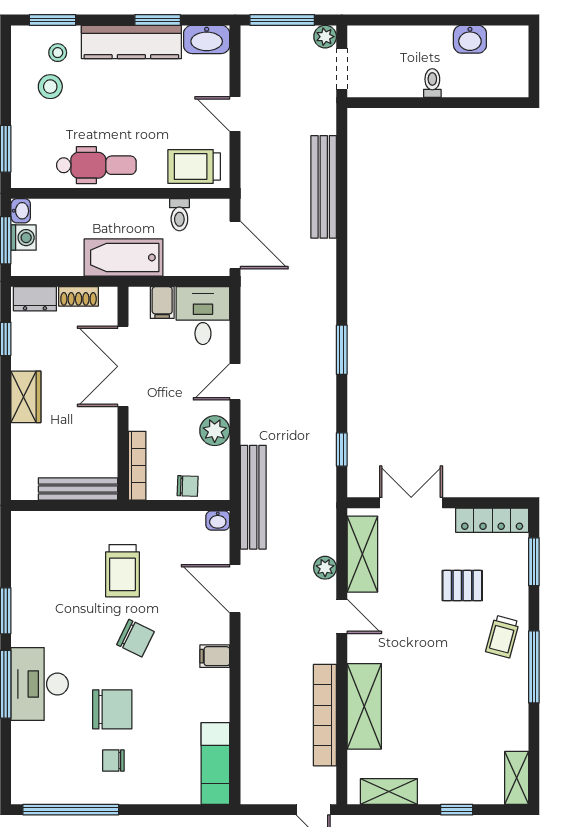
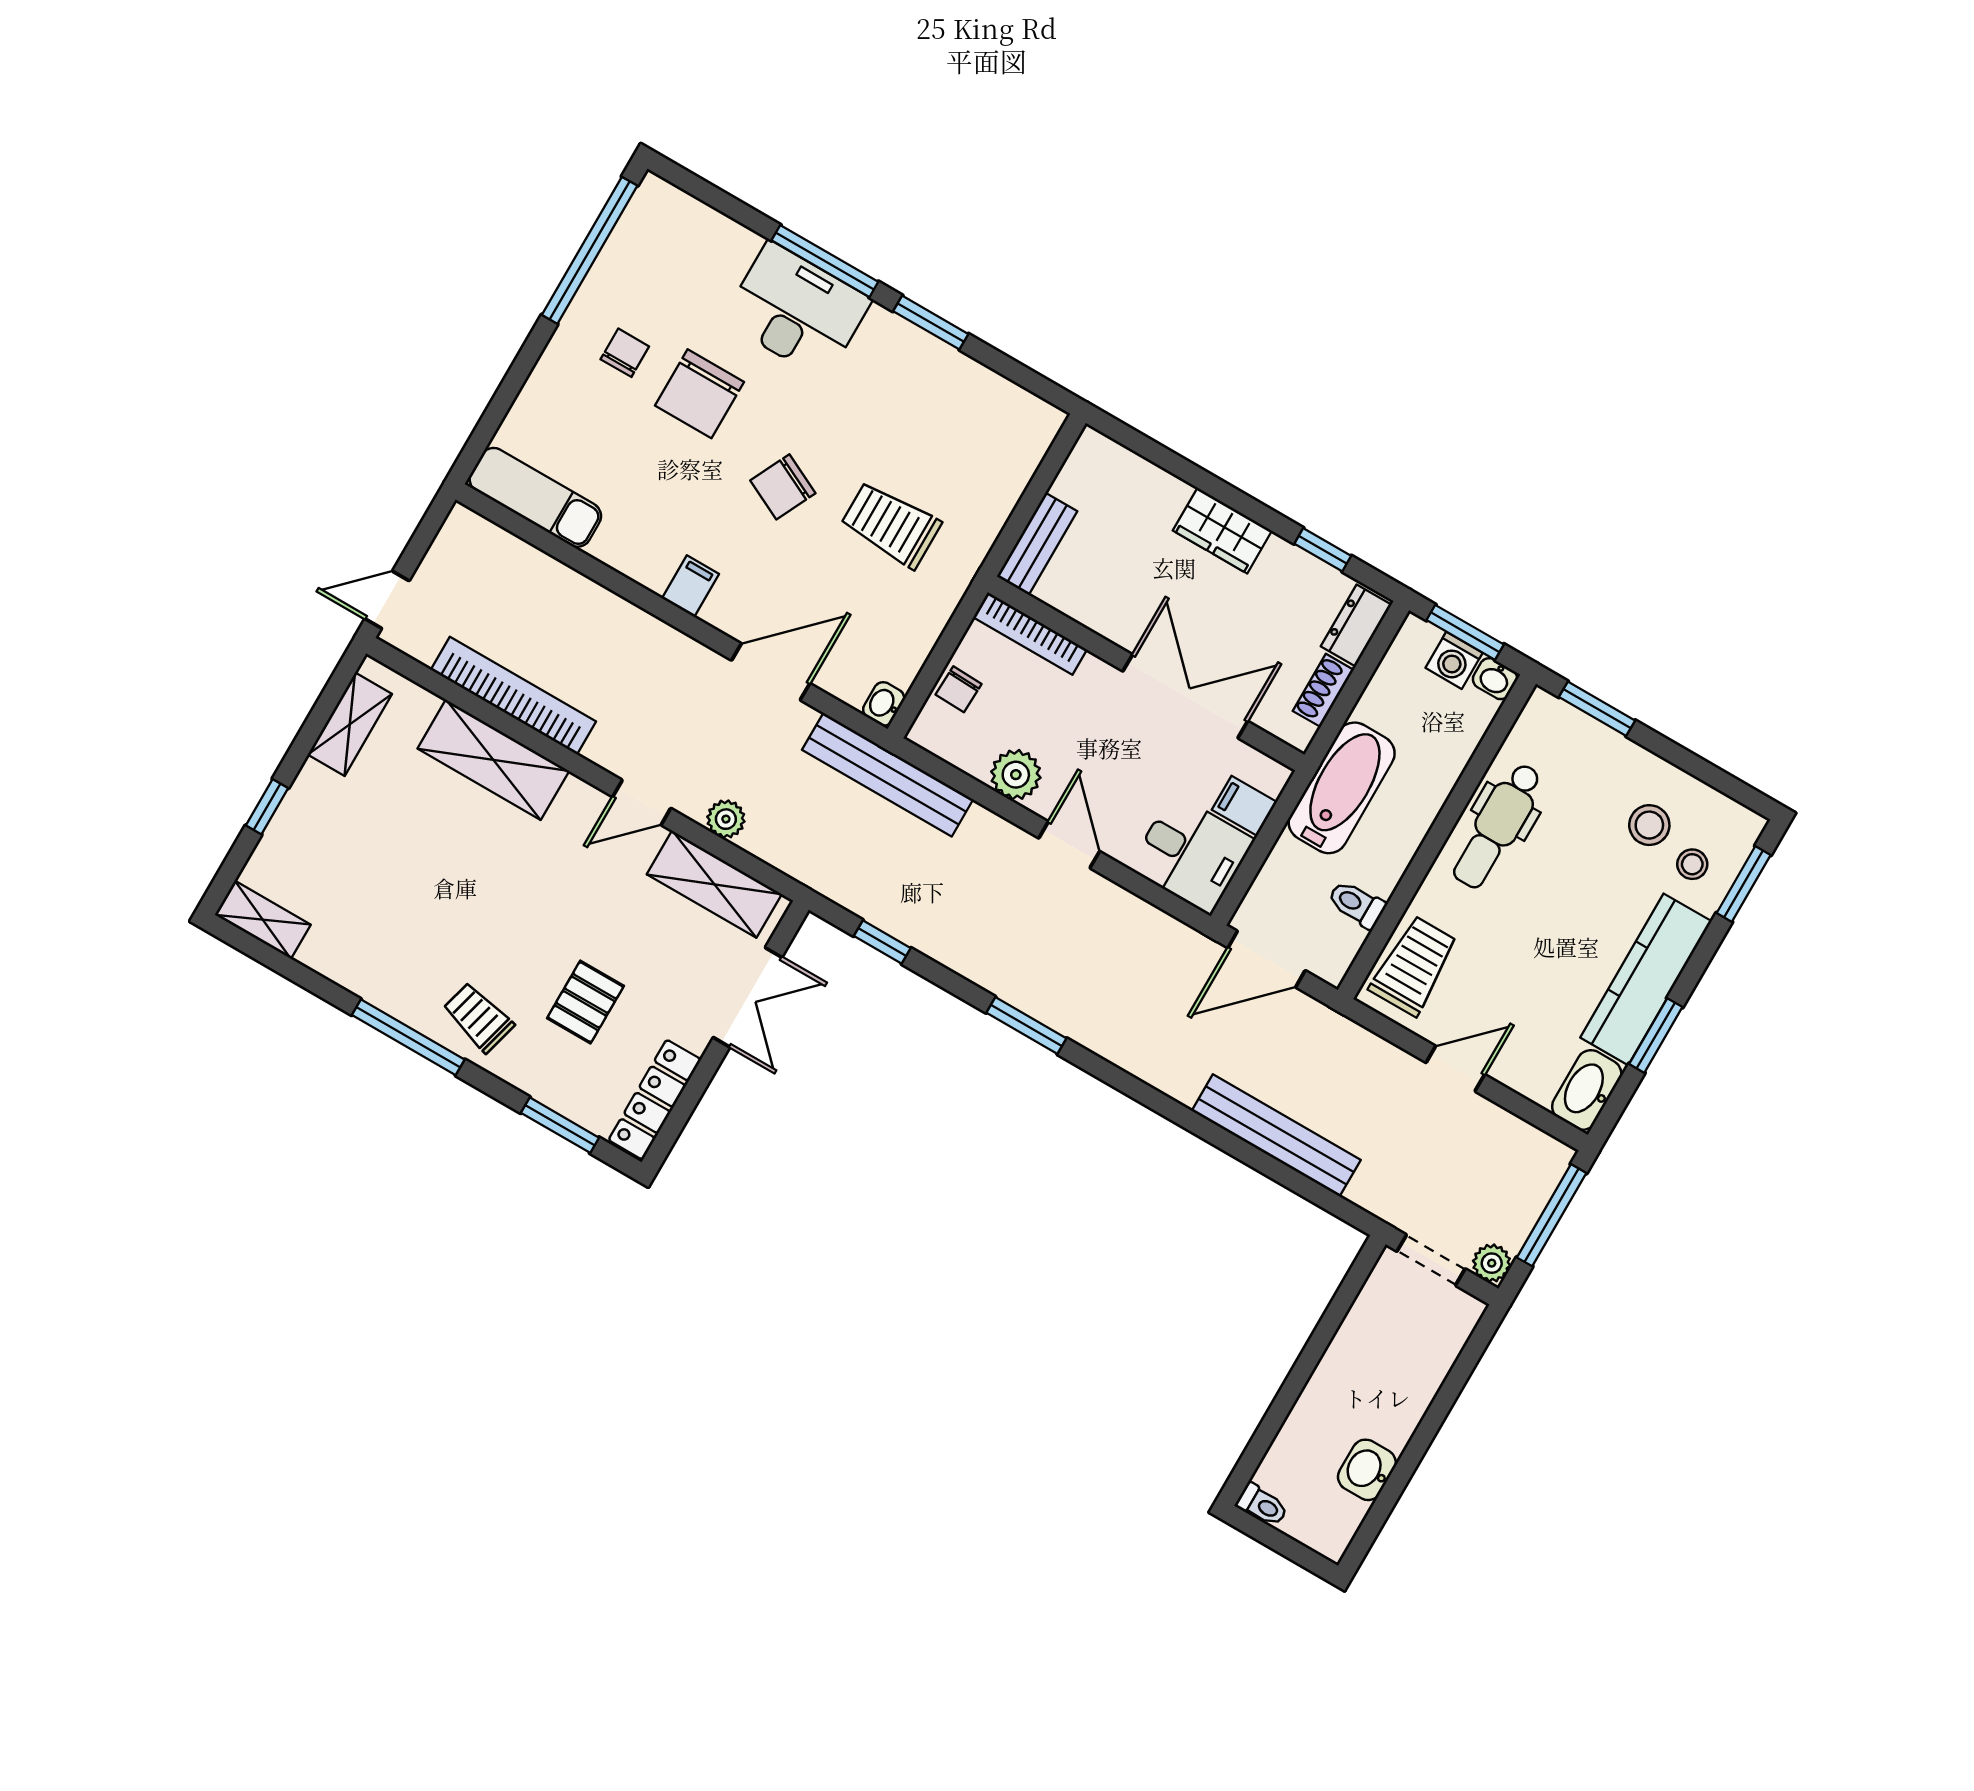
toilet: (432, 83) -> (1262, 1505), moved
bench: (78, 489) -> (1037, 544), width x0.73

